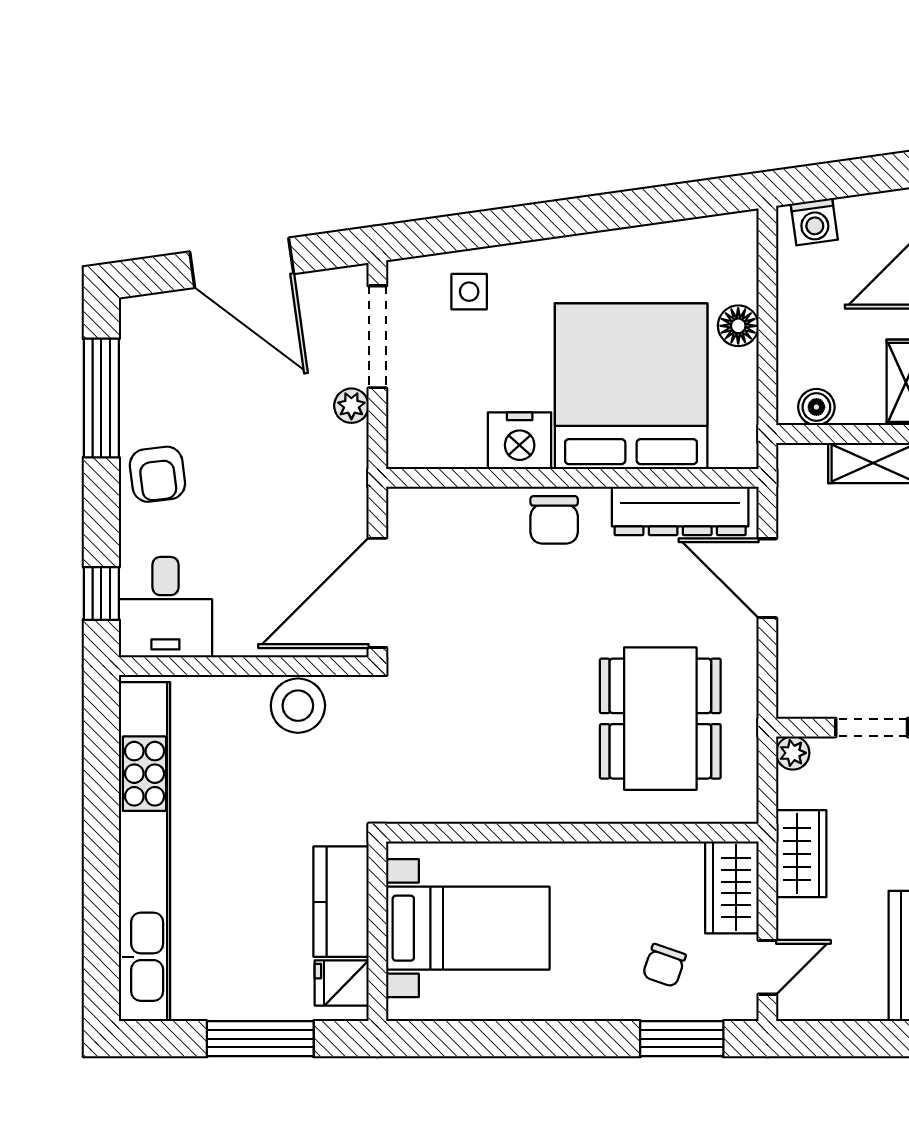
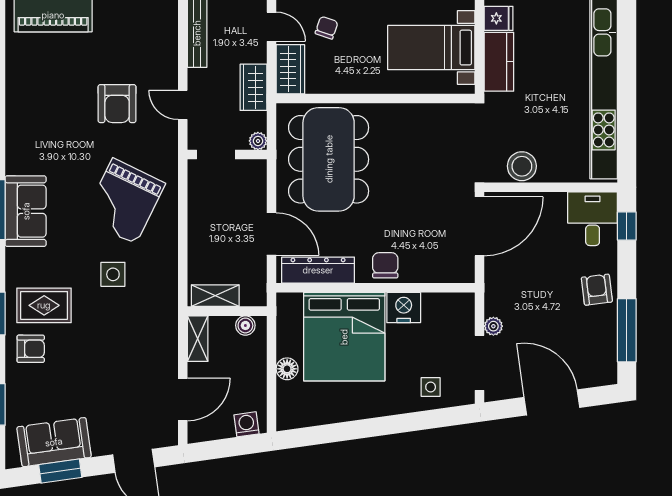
dining table: (660, 719) -> (329, 159), width x1.36, depth x1.24
door: (767, 967) -> (272, 27), swing flipped

